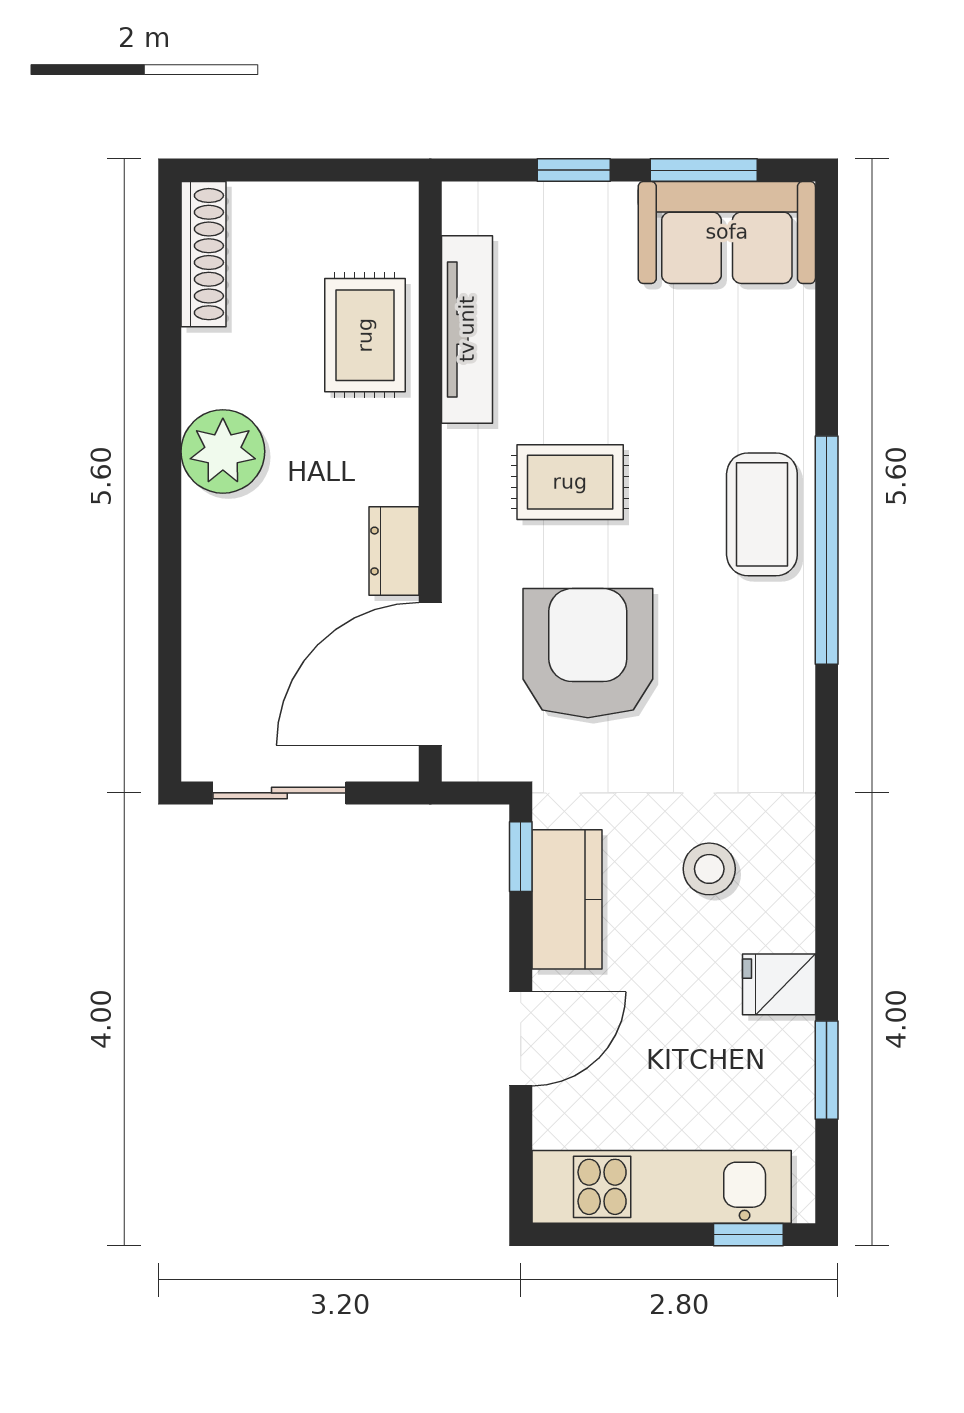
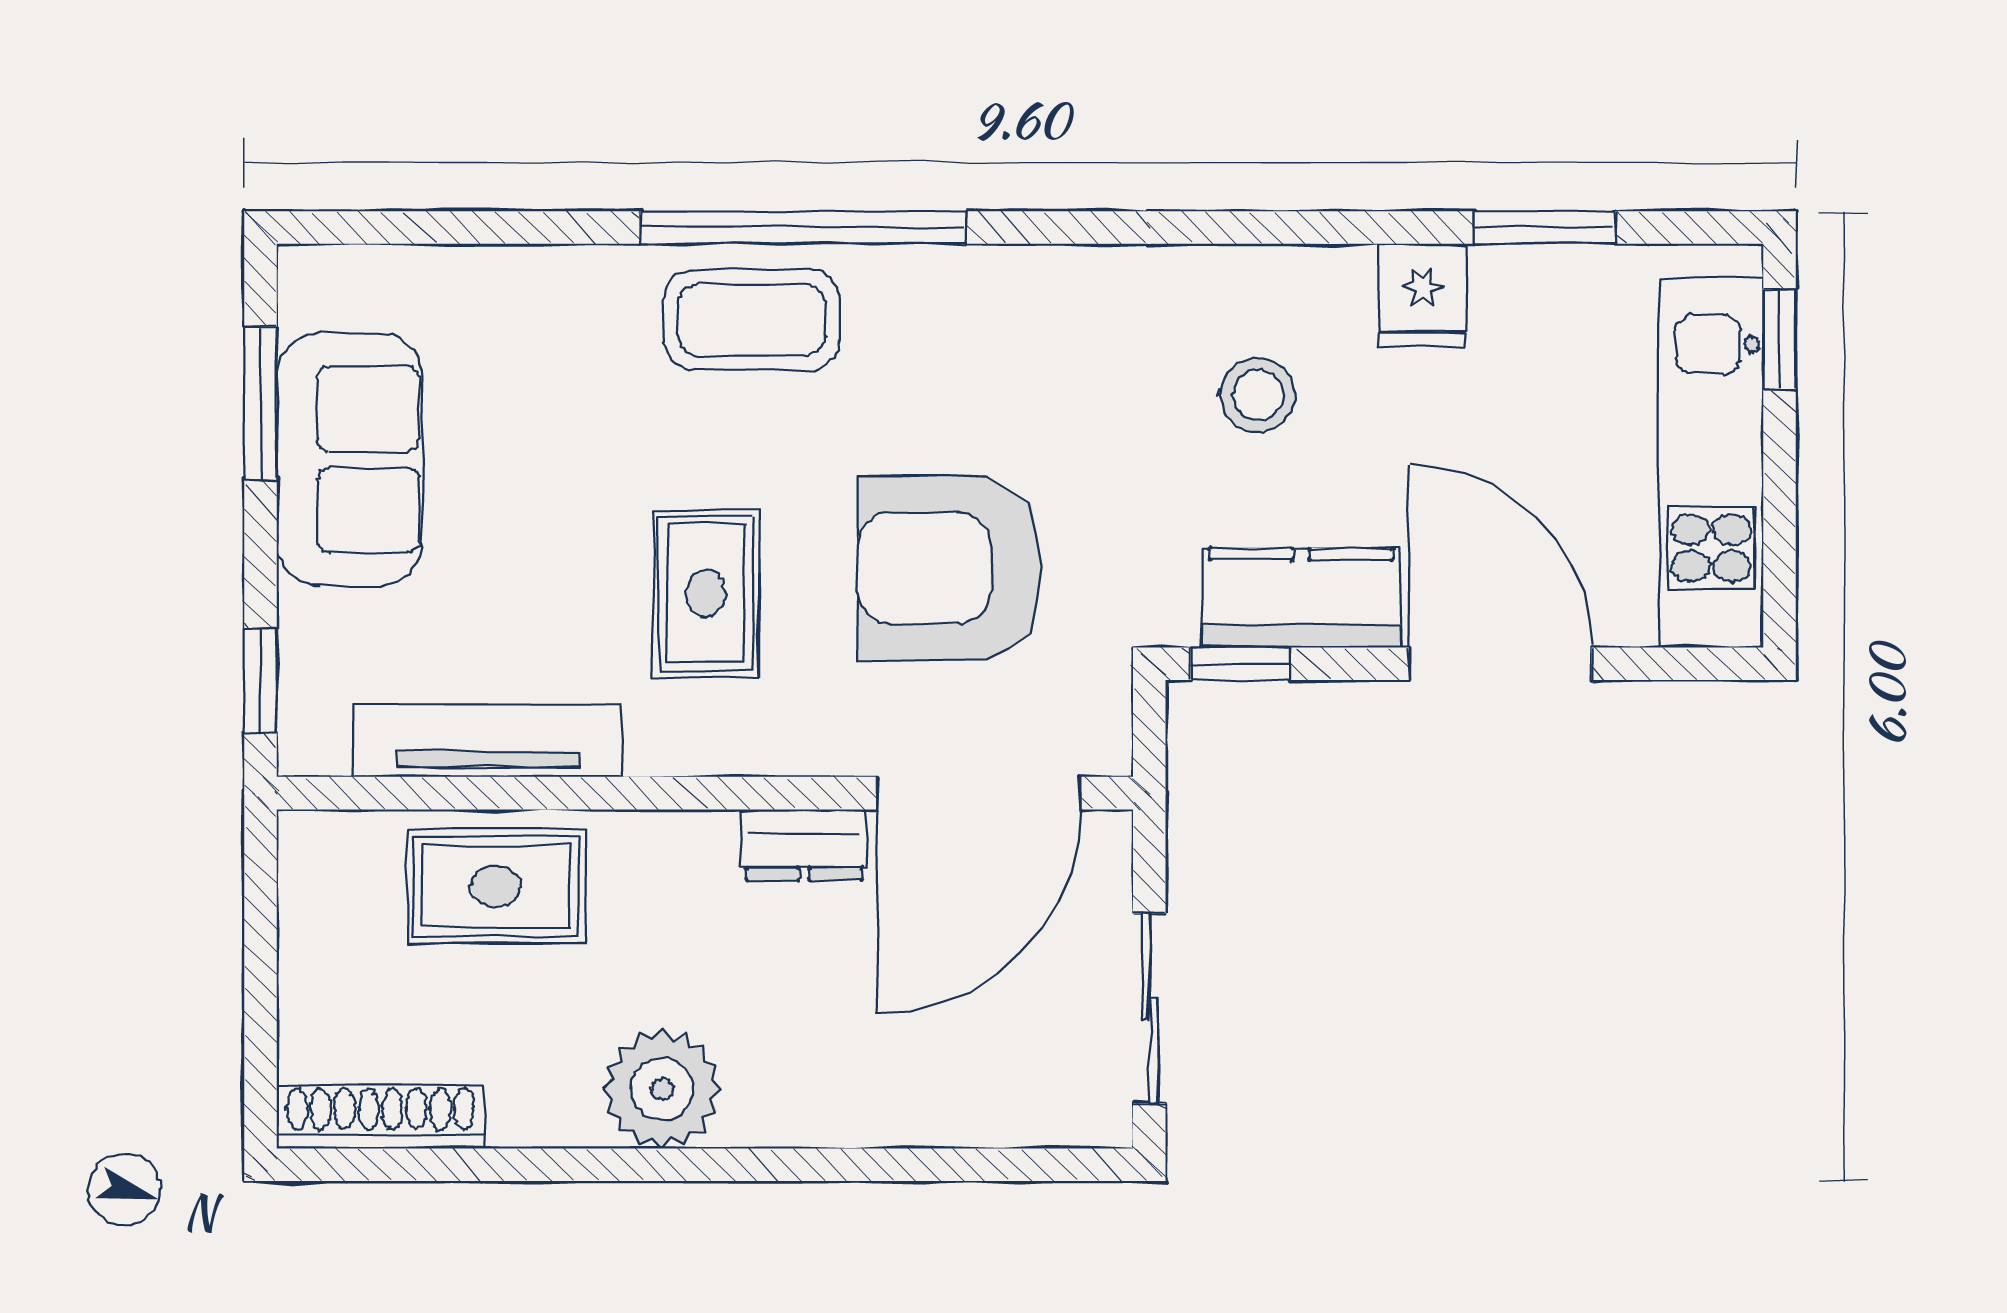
window: (574, 170) -> (260, 681), moved
sofa: (727, 232) -> (350, 459), moved
door: (430, 674) -> (979, 793), hinge flipped
door: (521, 1039) -> (1500, 664), width x1.36

